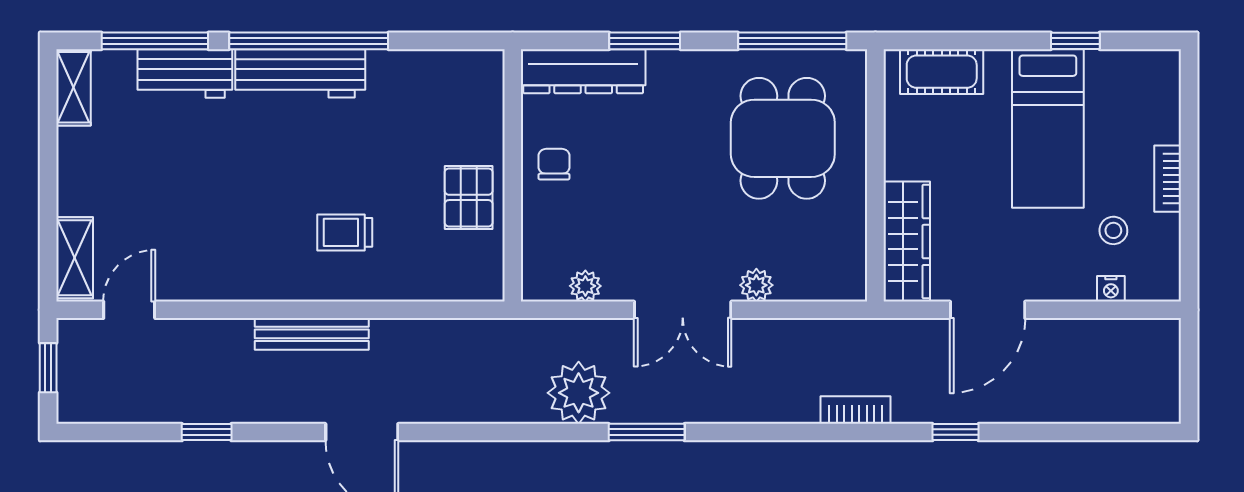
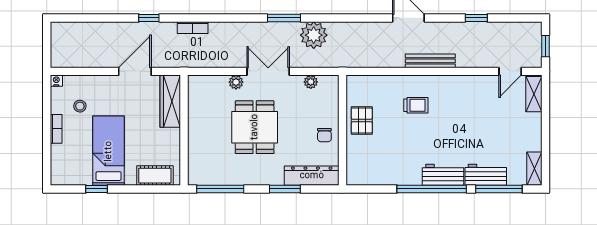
workbench: (300, 73) -> (443, 175), width x0.73
dining table: (783, 138) -> (255, 127), moved
nightstand: (1111, 289) -> (56, 81), moved

